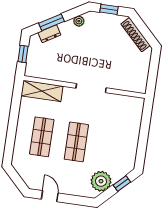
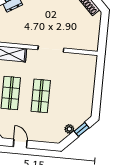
plant: (101, 181) -> (69, 129), width x0.53, depth x0.53

